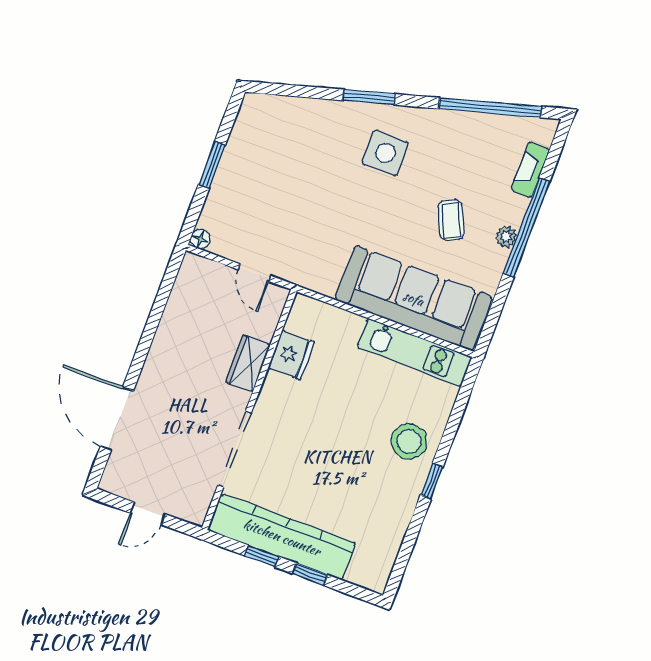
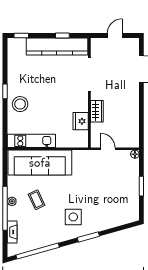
window: (310, 574) -> (21, 36), moved

